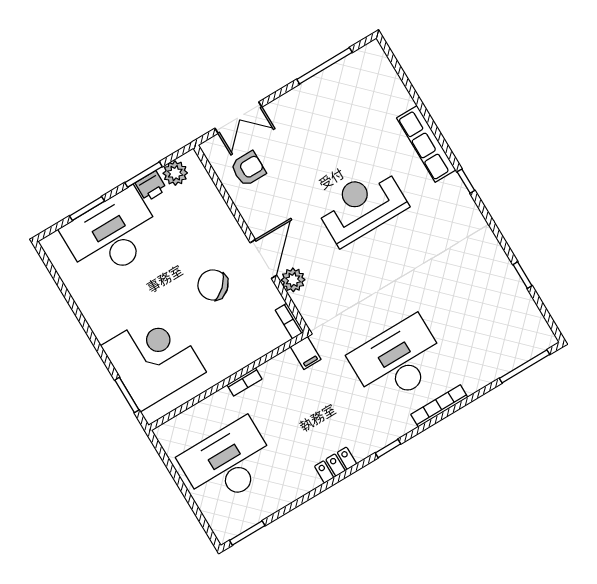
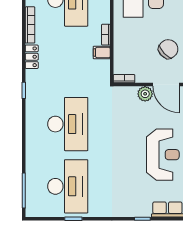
desk: (483, 310) -> (68, 186), added
filing cabinet: (306, 353) -> (102, 53), moved
bookcase: (439, 406) -> (30, 25), moved

